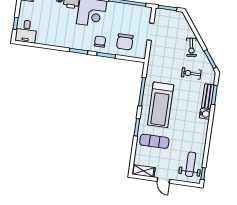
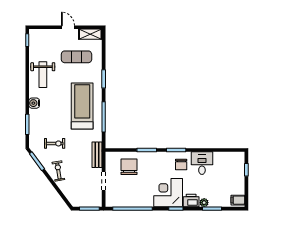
desk: (26, 31) -> (202, 163), moved
chair: (100, 42) -> (181, 164), moved
bench: (208, 96) -> (97, 155), moved
exercise mat: (154, 141) -> (76, 57), moved
weight bench: (191, 164) -> (43, 75), moved

